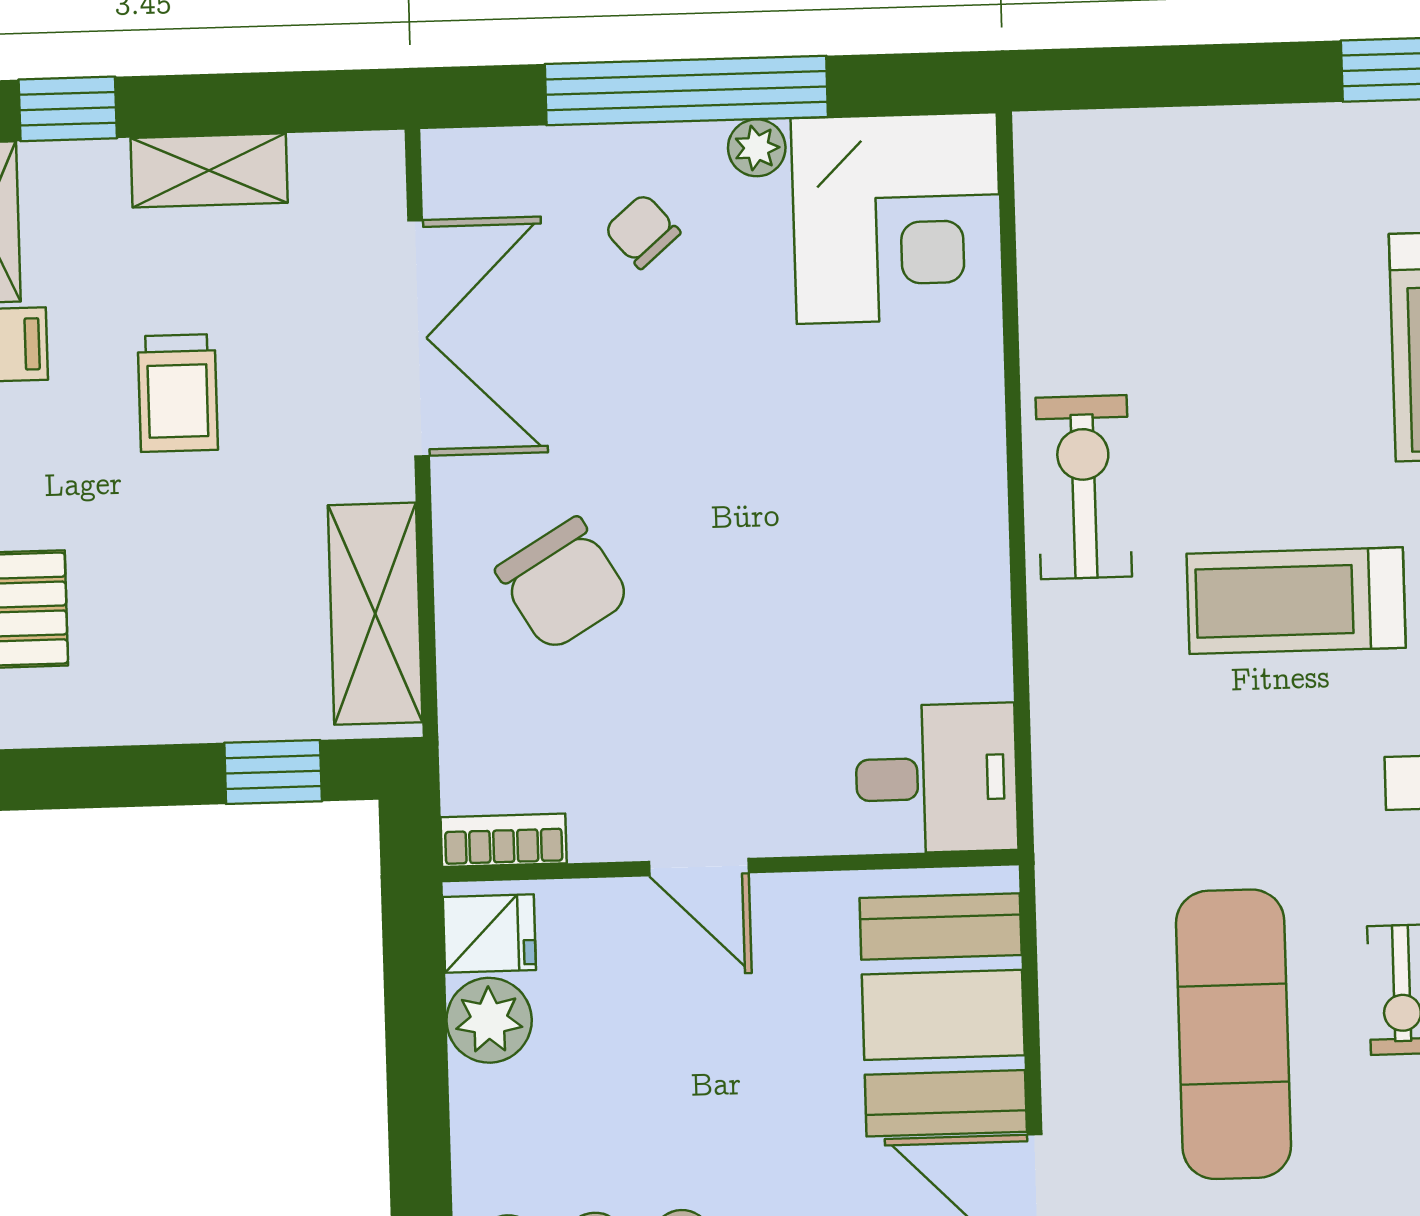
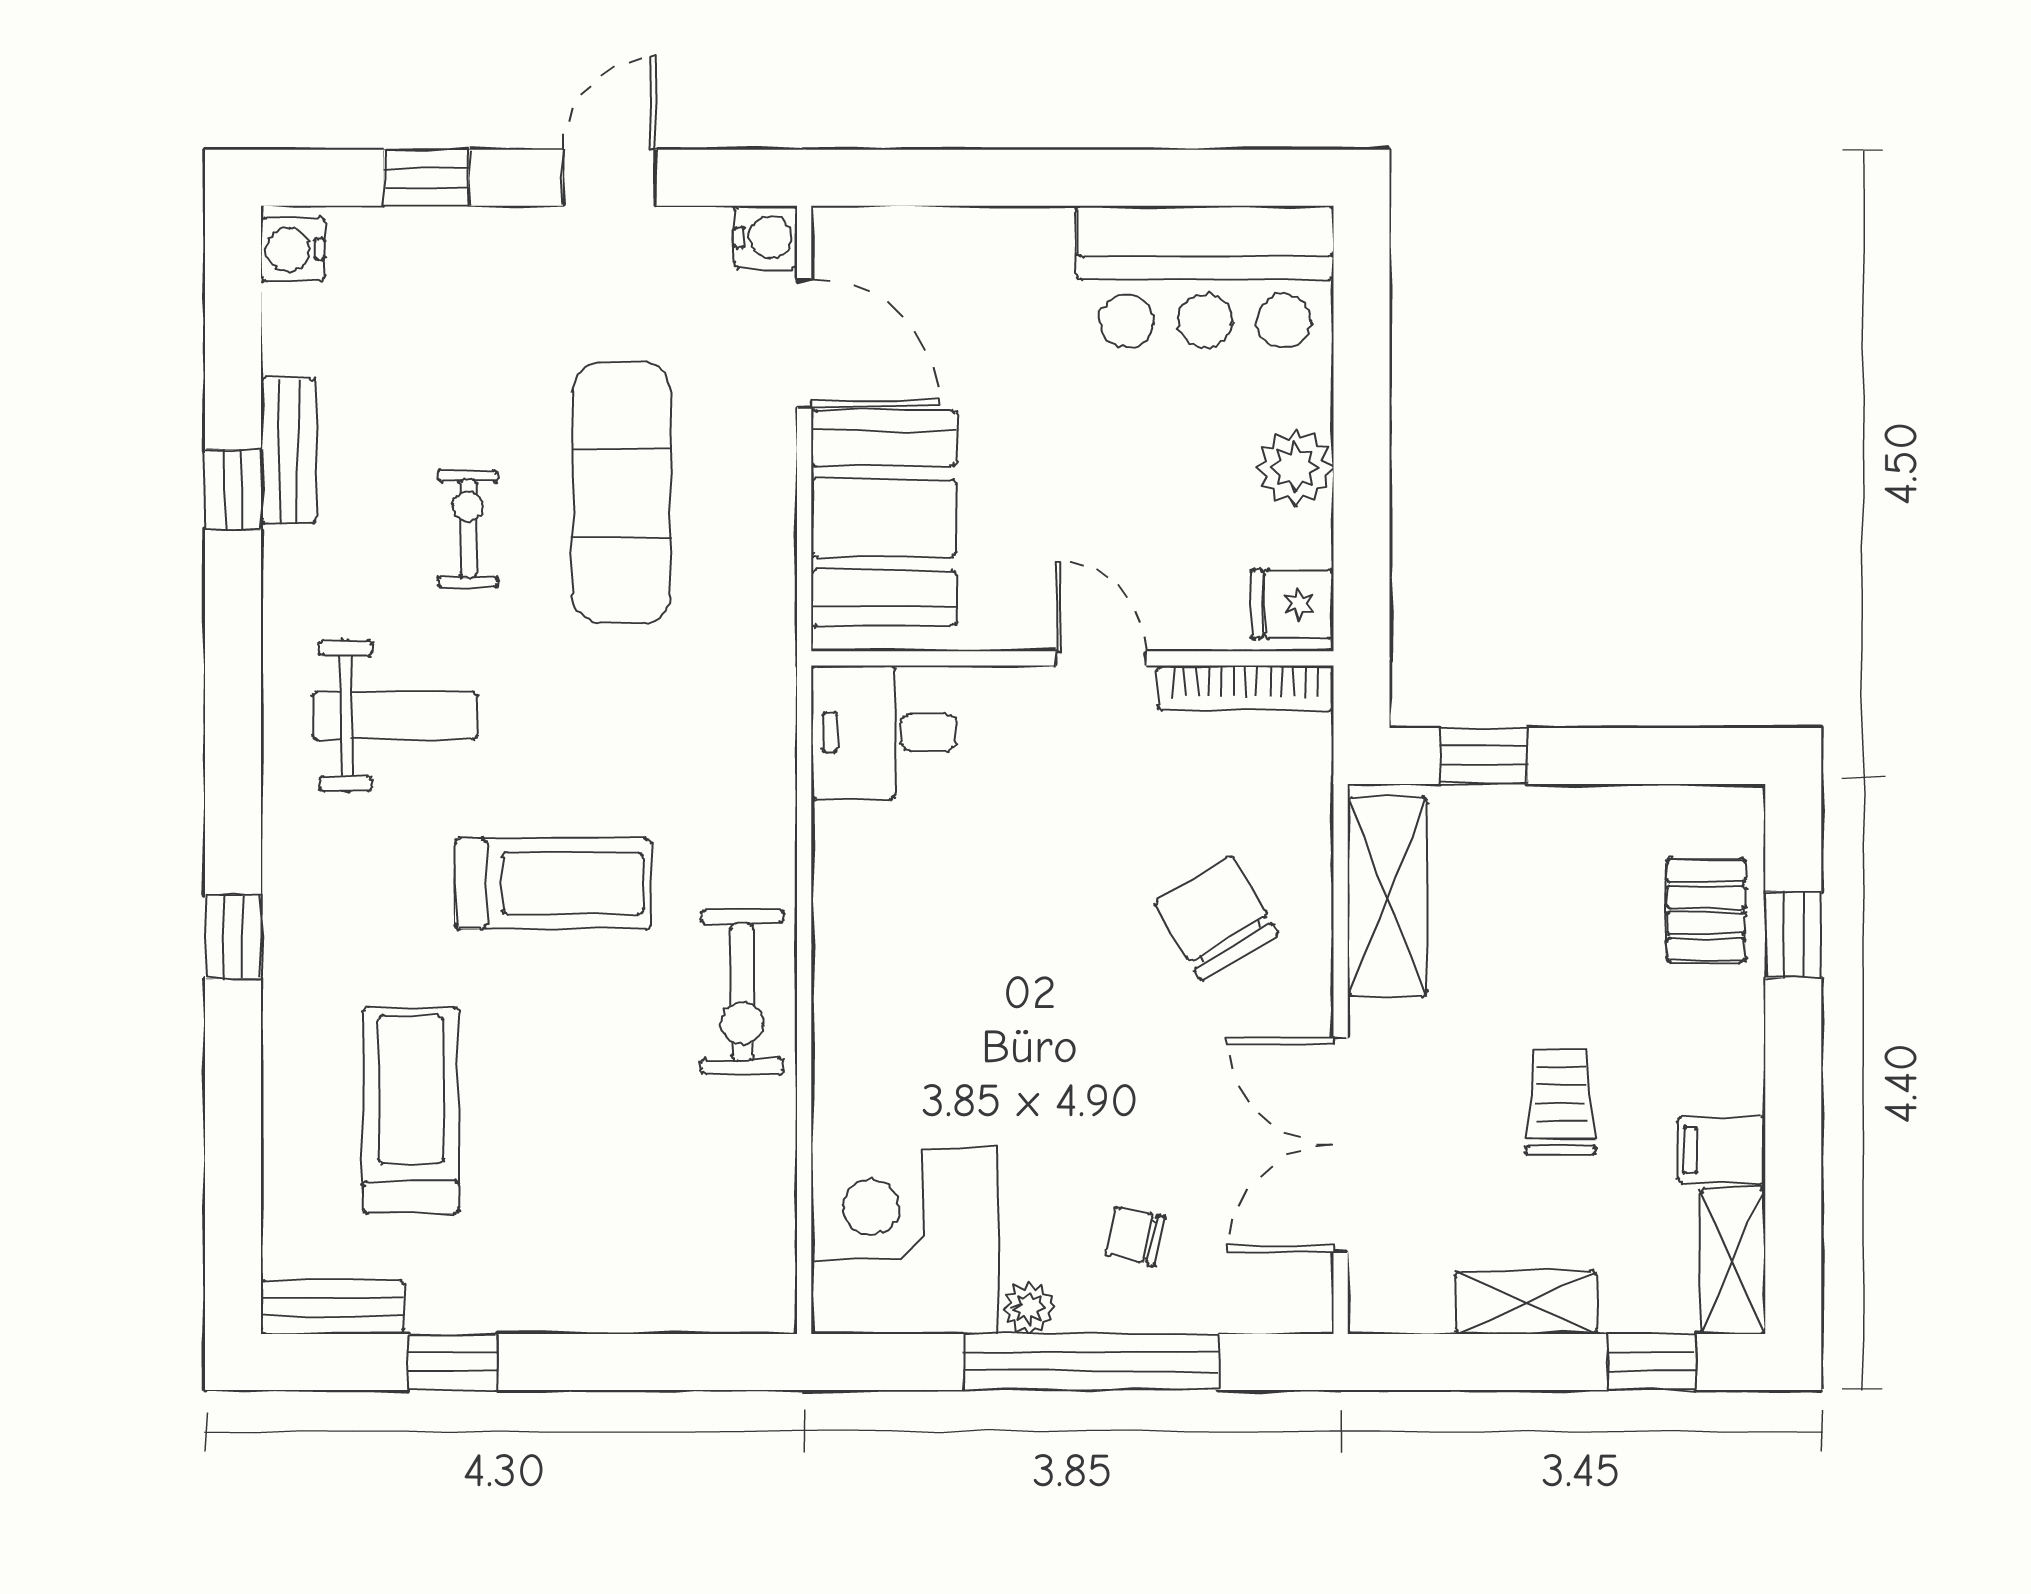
chair: (642, 231) -> (1135, 1236), turned 144
bookcase: (504, 840) -> (1245, 688), width x1.56
plant: (489, 1020) -> (1295, 467), moved

